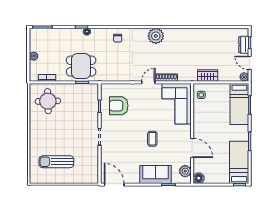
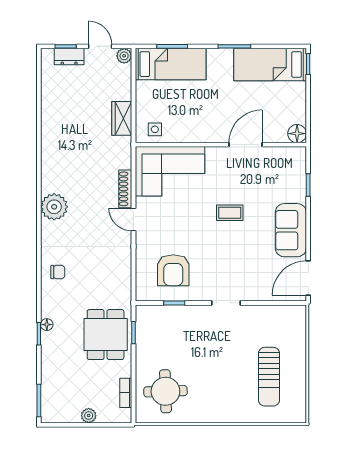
door: (250, 63) -> (100, 46), swing flipped
plant: (185, 171) -> (285, 157), removed
sofa: (155, 174) -> (291, 230), moved

